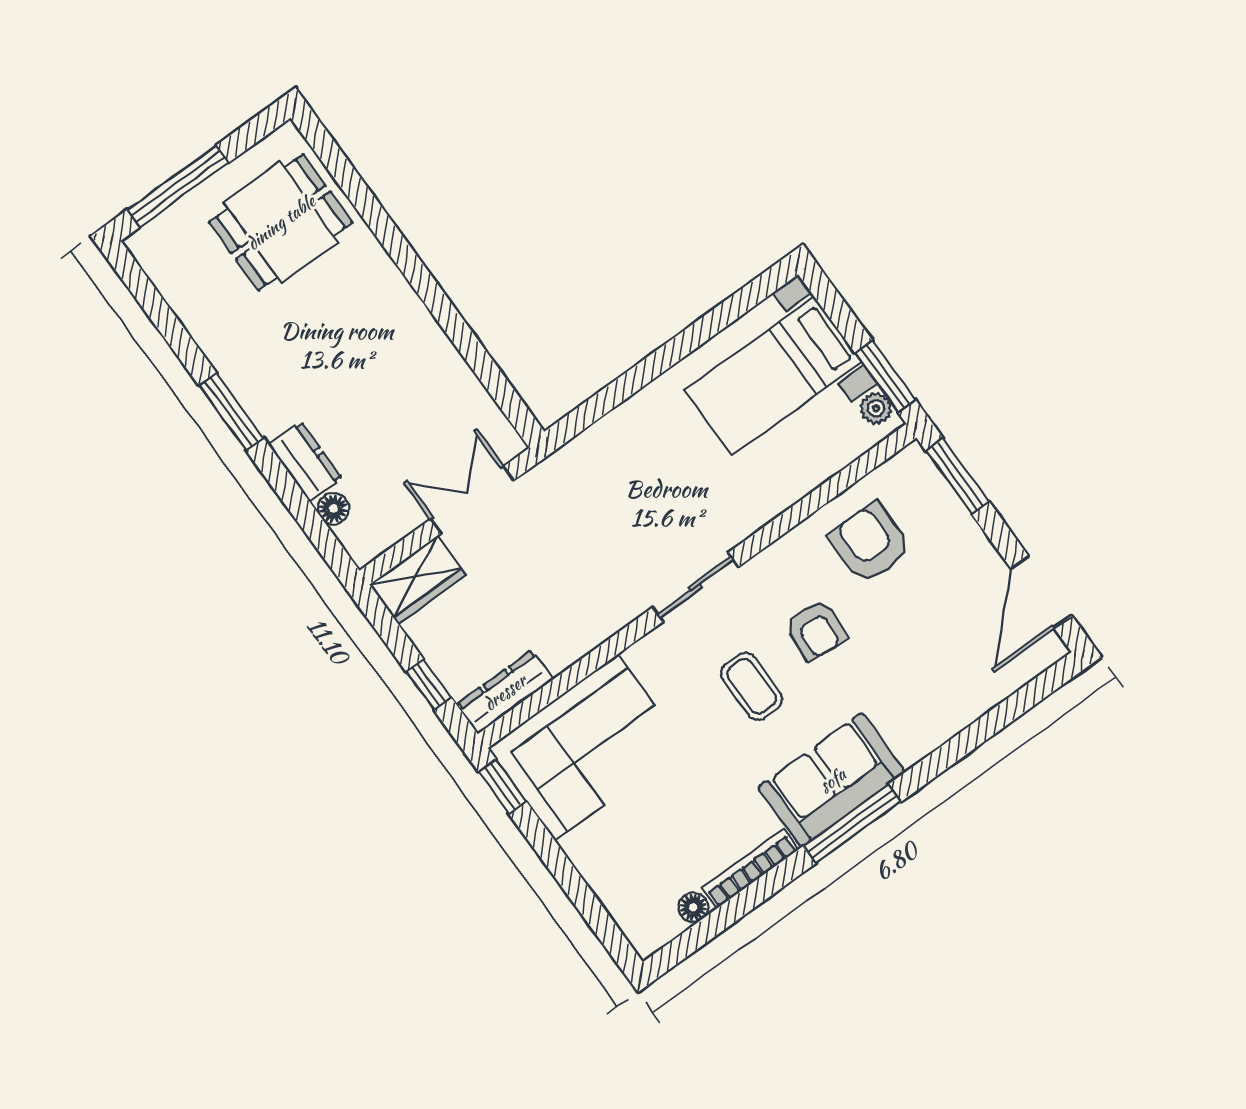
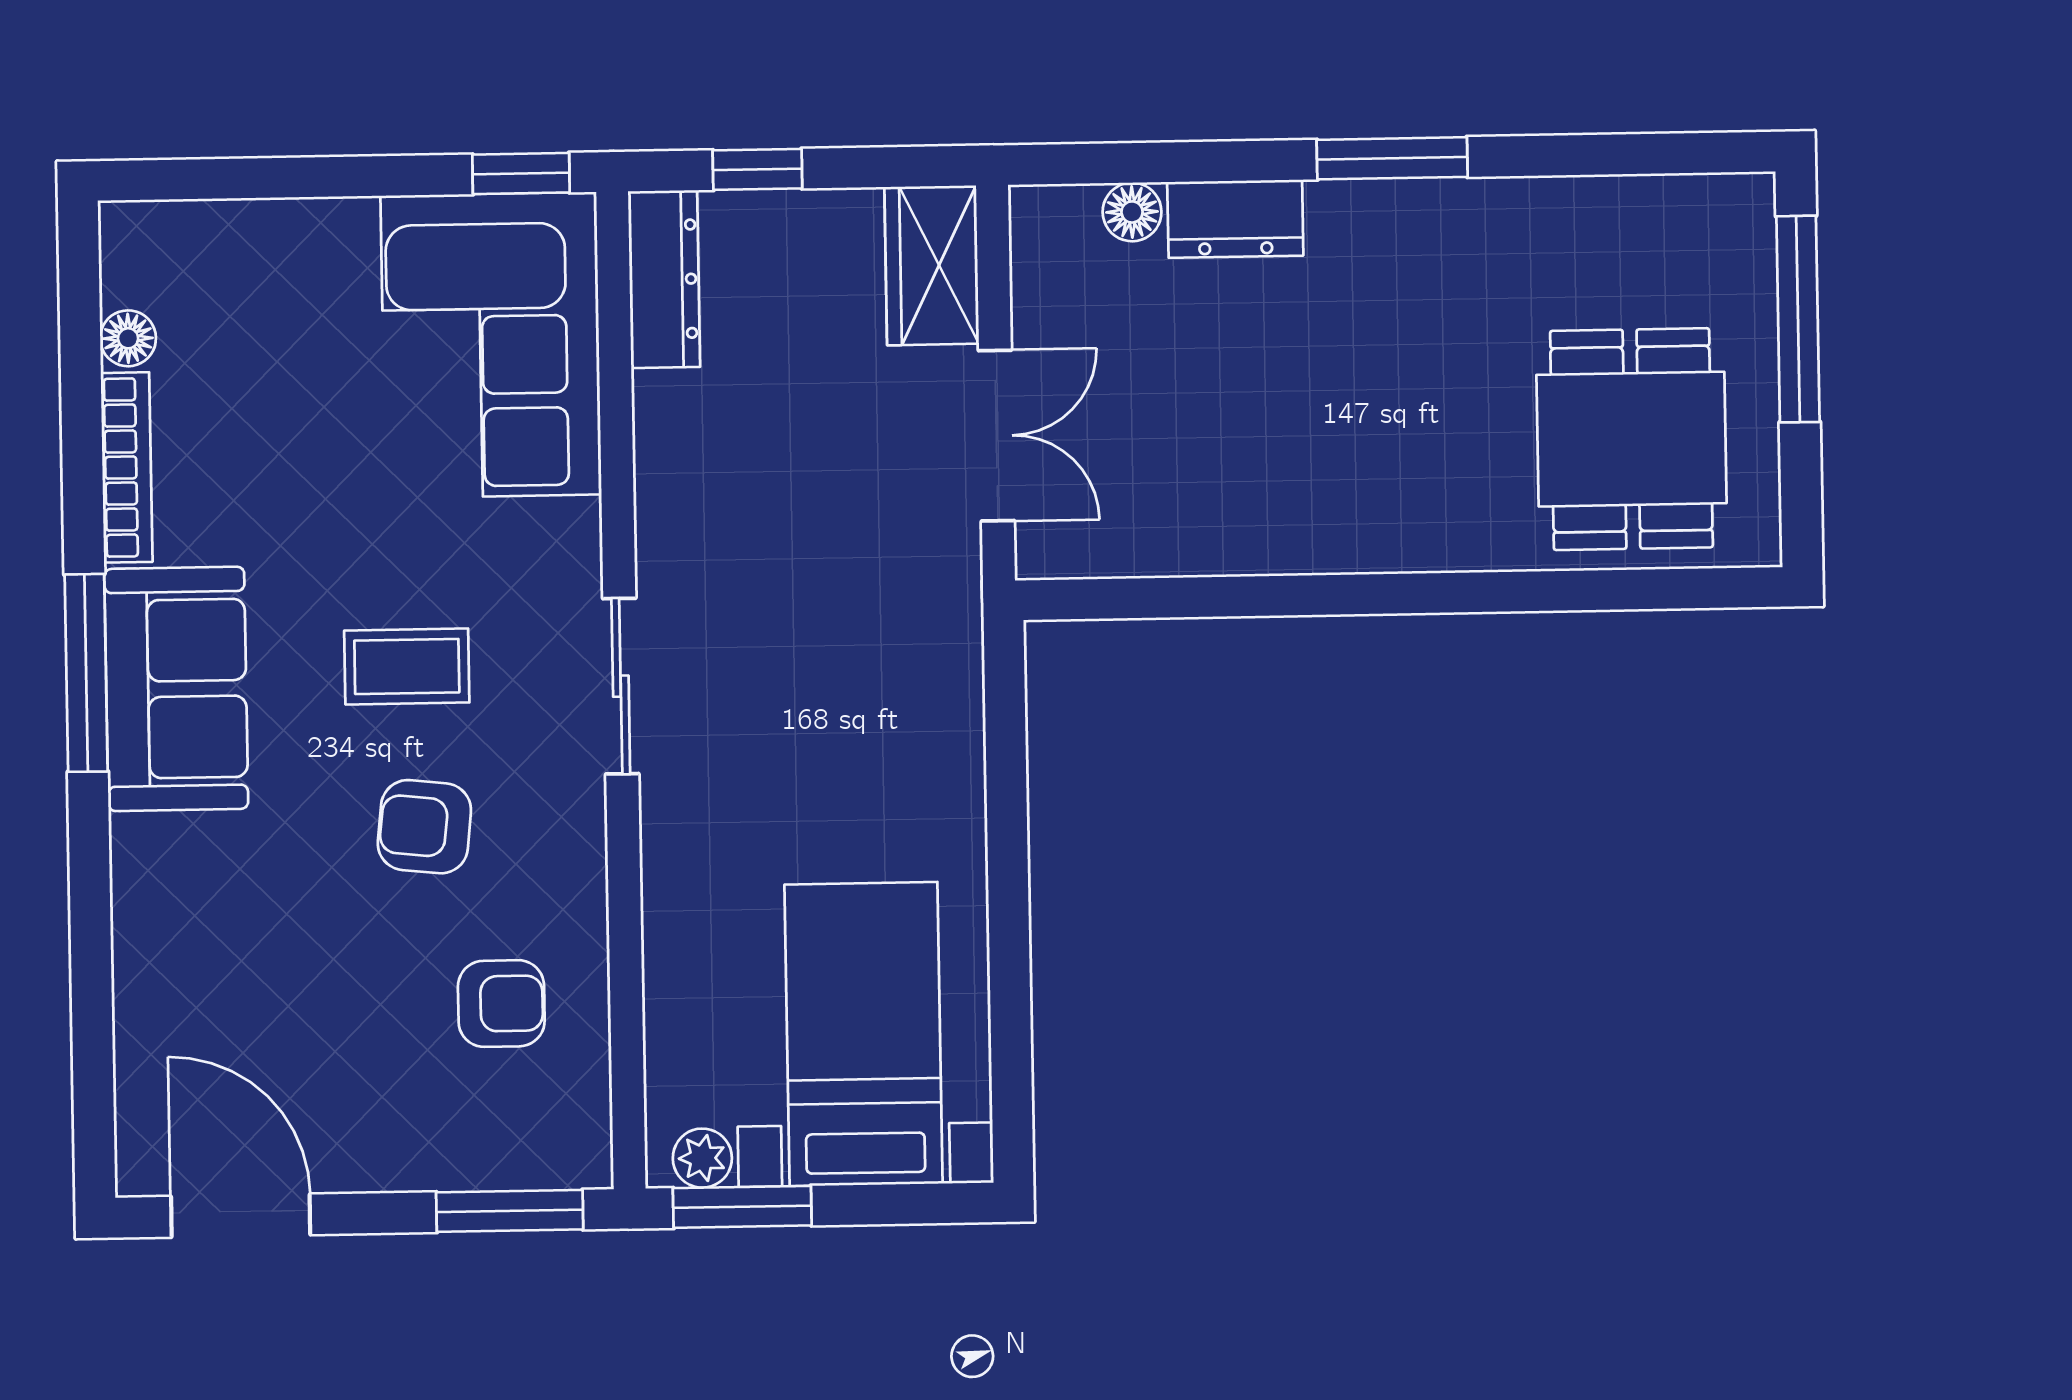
armchair: (870, 543) -> (501, 1004), width x0.72, depth x0.72

